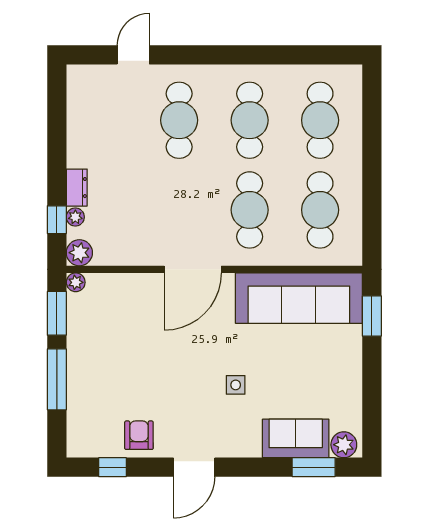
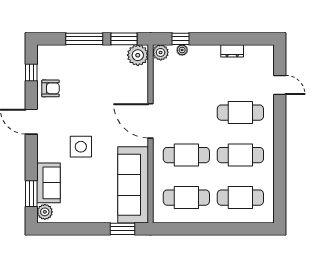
dresser: (77, 188) -> (232, 51), moved
plant: (76, 282) -> (138, 55), width x1.87, depth x1.87
side table: (236, 385) -> (81, 147), width x1.87, depth x1.87

